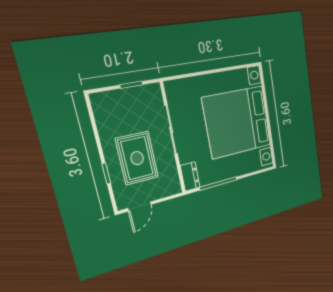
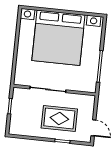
dresser: (190, 177) -> (86, 86), removed

